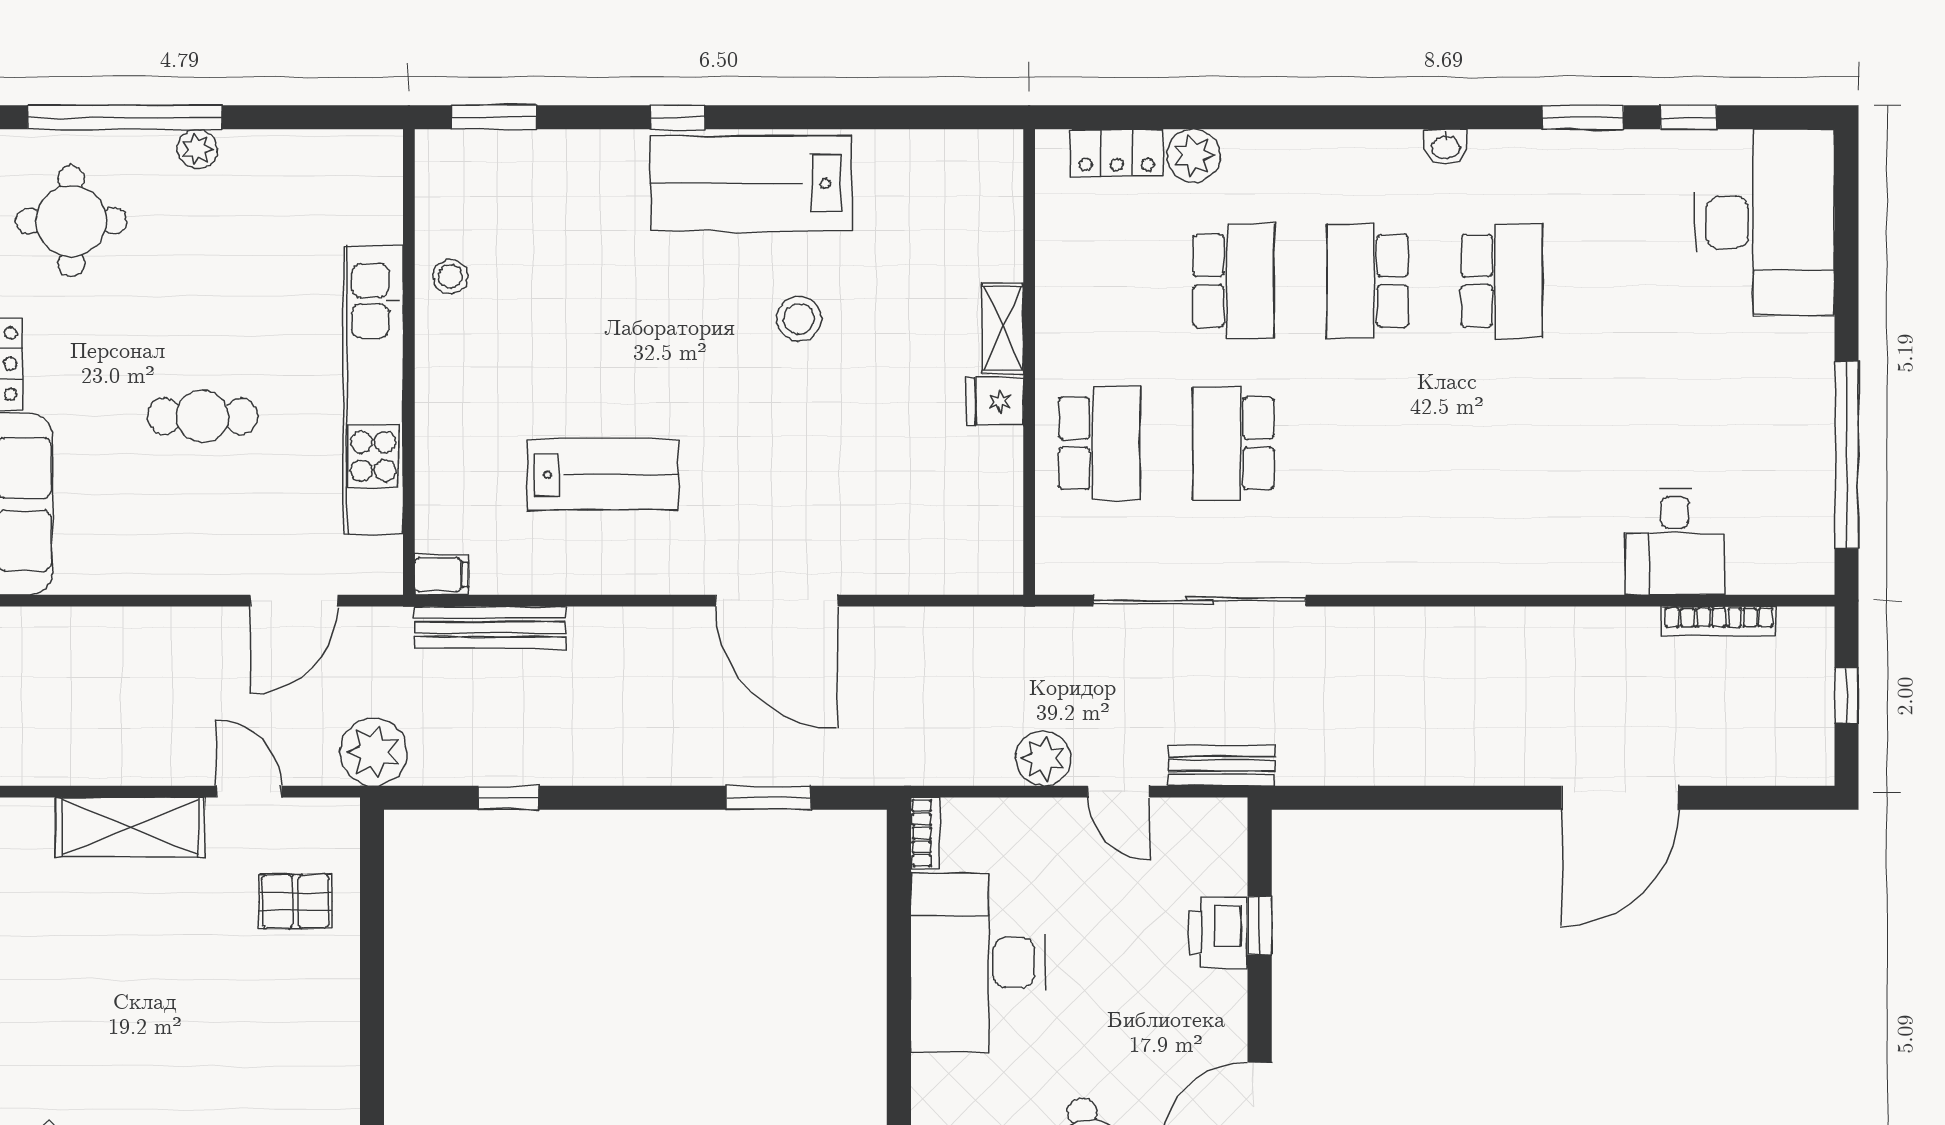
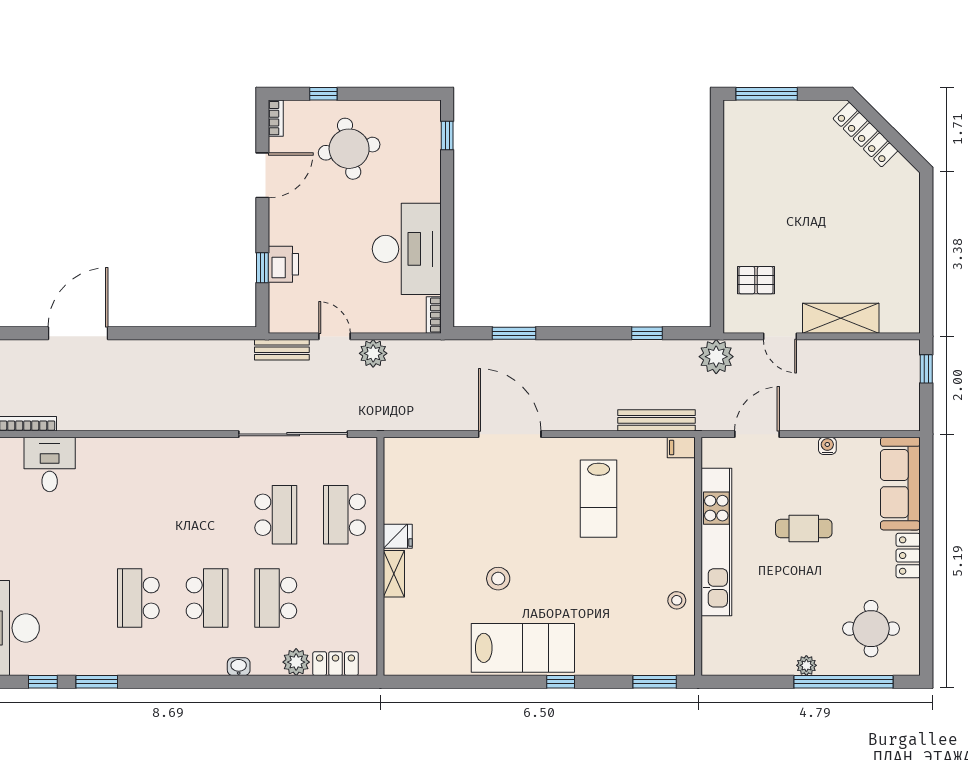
washbasin: (1446, 147) -> (239, 667), moved
lab bench: (603, 475) -> (599, 499), turned -90
water cooler: (157, 578) -> (827, 446), added

